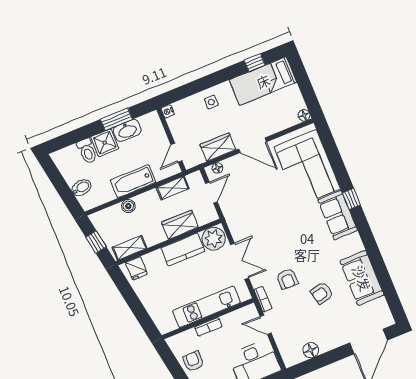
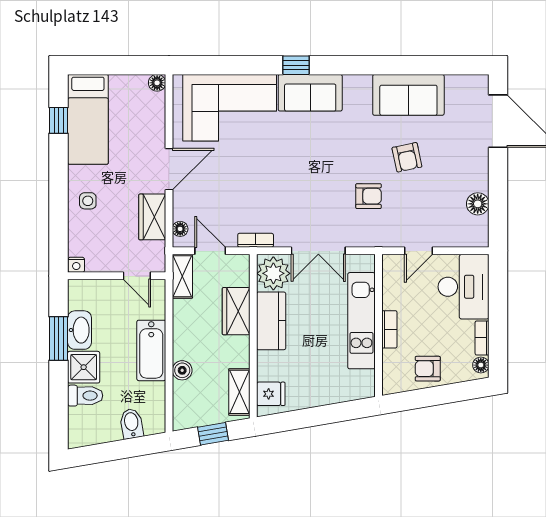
shelving: (173, 188) -> (182, 276), moved
double door: (240, 261) -> (318, 251), swing flipped
bookcase: (263, 299) -> (256, 240), moved

